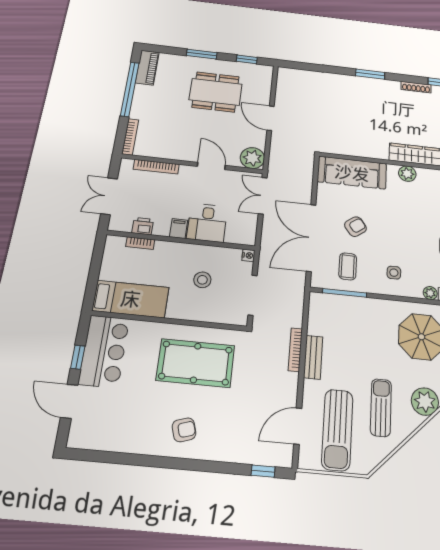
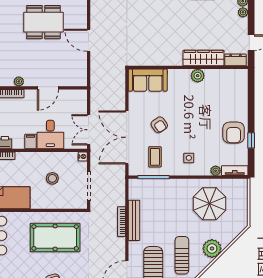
plant: (252, 158) -> (19, 81), moved, width x0.53, depth x0.53
door: (211, 166) -> (48, 88), swing flipped
sofa: (352, 173) -> (148, 80), width x0.73
double door: (263, 196) -> (89, 130), moved
armchair: (355, 227) -> (159, 125), turned 91
bench: (313, 357) -> (134, 220), width x1.36

